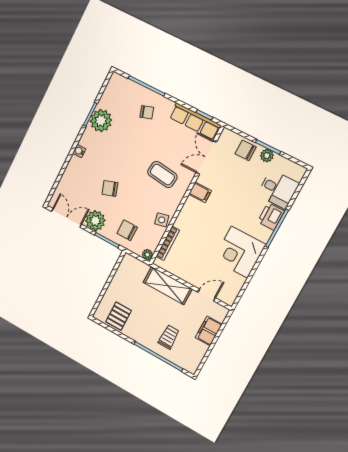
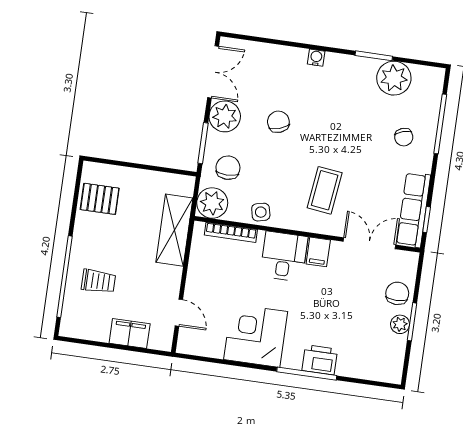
plant: (101, 121) -> (394, 78), moved
desk: (278, 189) -> (284, 256), moved, turned 180
plant: (147, 255) -> (212, 203), width x1.88, depth x1.88
shelving: (168, 286) -> (174, 230), moved

